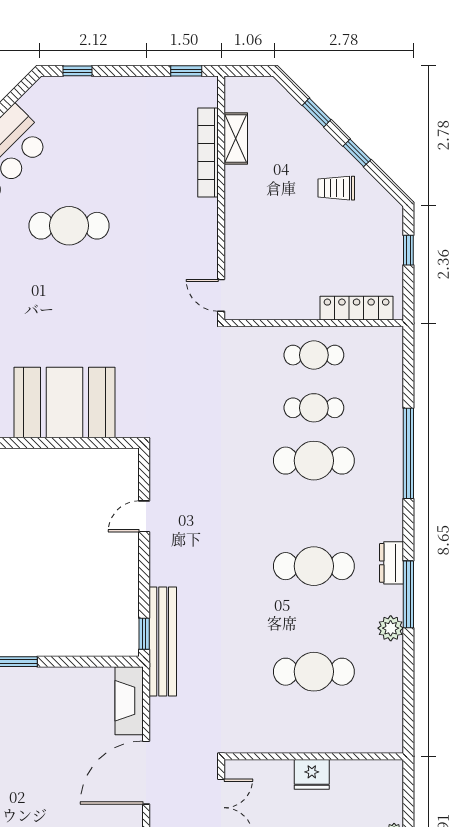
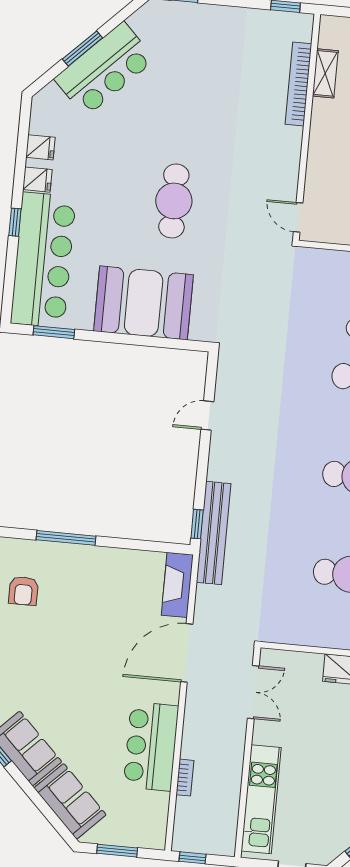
cafe table: (69, 226) -> (174, 201), moved, turned 90

